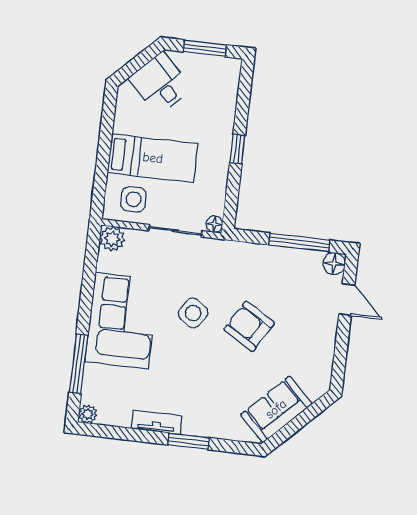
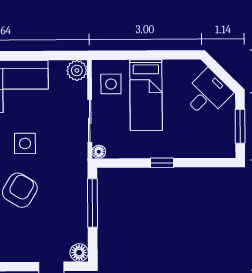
window: (299, 243) -> (93, 203), moved
side table: (193, 313) -> (25, 143), turned -35

